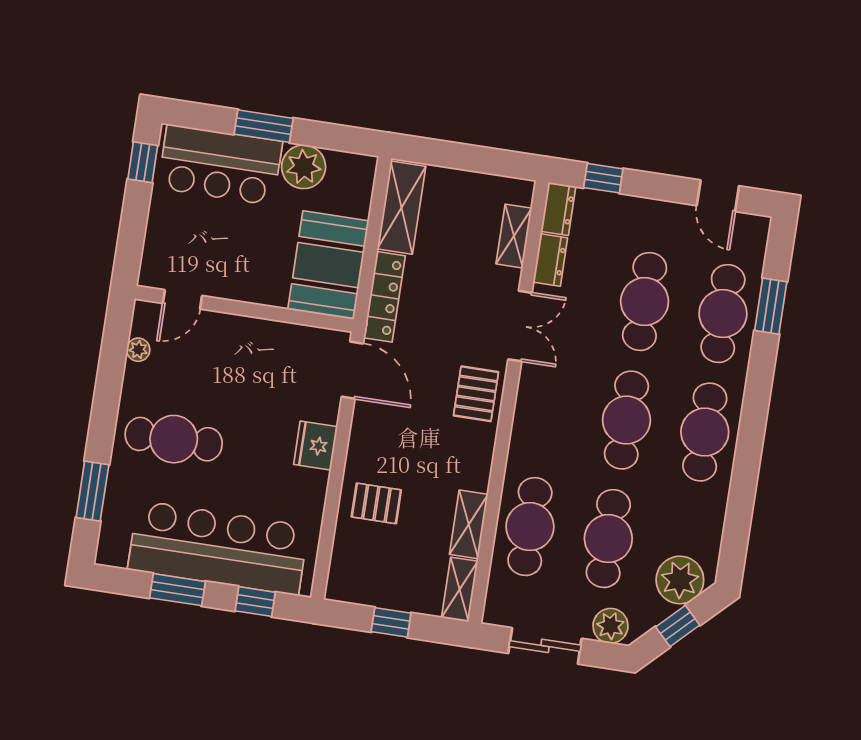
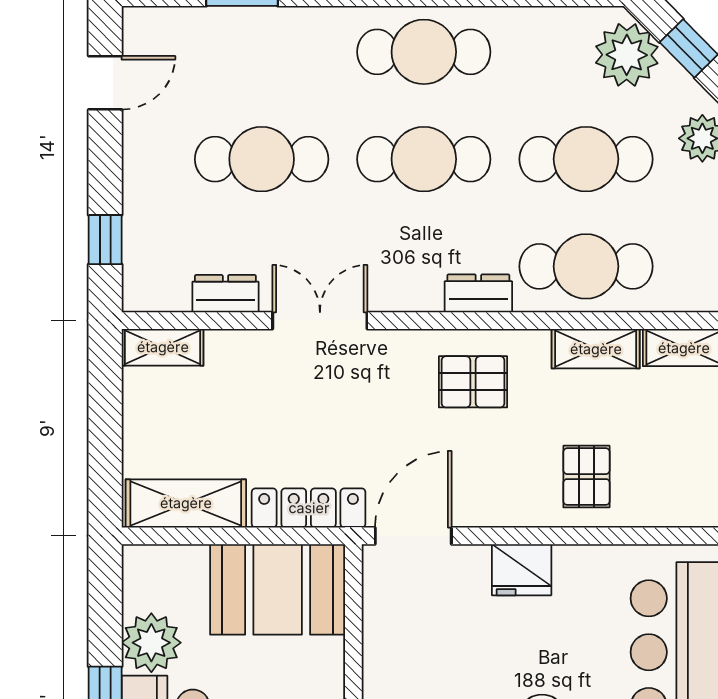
dresser: (558, 209) -> (478, 293), moved
shelving: (514, 236) -> (163, 347), moved
cafe table: (723, 314) -> (262, 52), removed
pallet: (476, 394) -> (473, 382), moved

